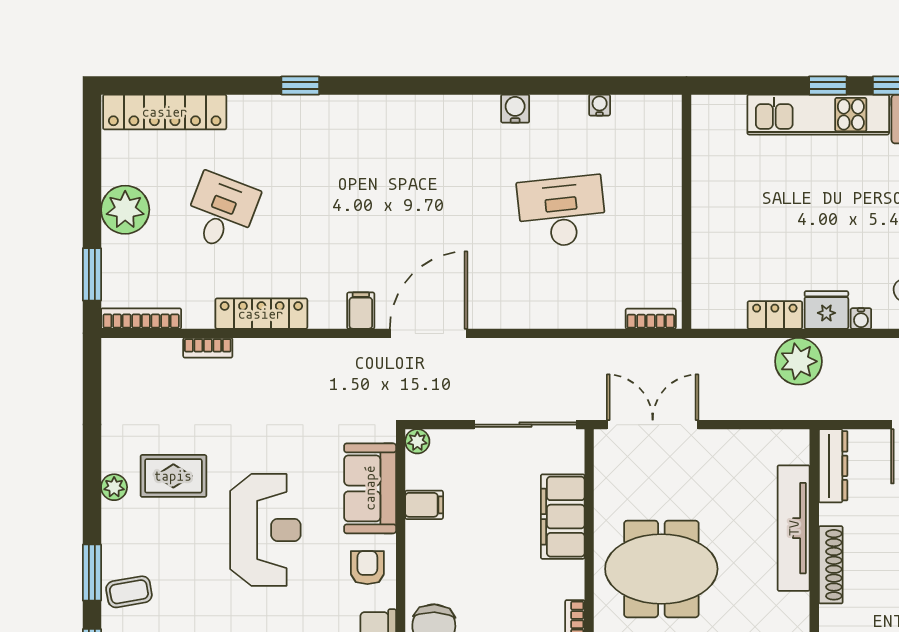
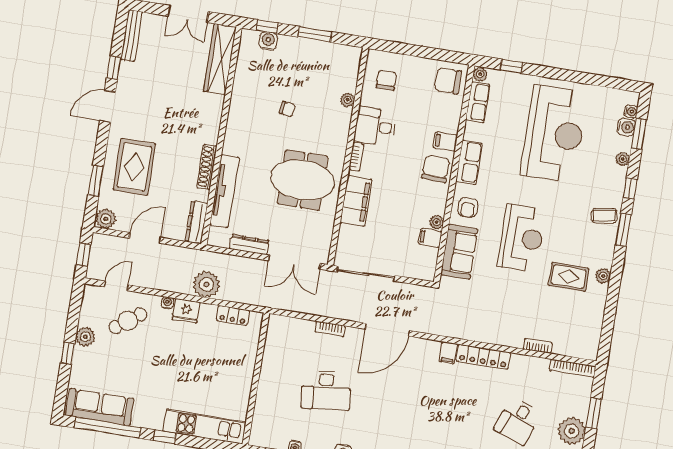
kitchen unit: (818, 115) -> (205, 427), moved
window: (92, 274) -> (594, 413), moved
locker: (261, 314) -> (483, 357), moved
locker: (775, 315) -> (233, 315), moved
bookcase: (651, 319) -> (330, 329), moved
door: (429, 333) -> (387, 330), moved
plant: (417, 441) -> (437, 222), moved
dresser: (736, 442) -> (249, 245), added
filing cabinet: (563, 517) -> (356, 201), moved
reception desk: (265, 530) -> (522, 238), turned 180

